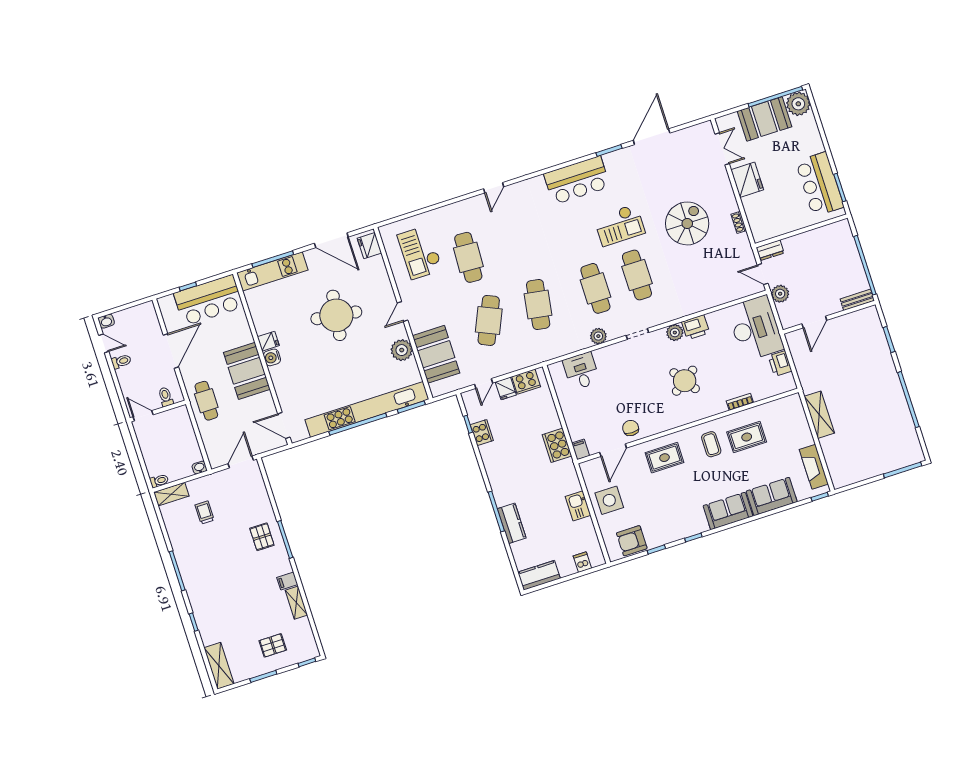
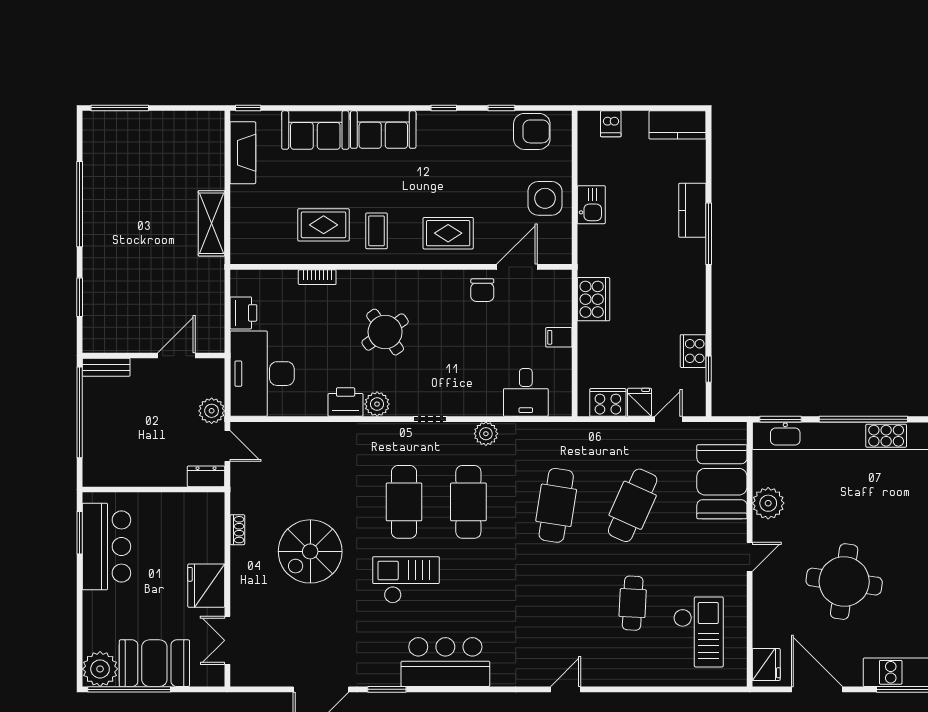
cafe table: (468, 257) -> (633, 603), width x0.73, depth x0.74
filing cabinet: (581, 449) -> (559, 337), moved, turned 90

